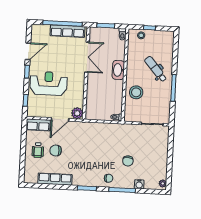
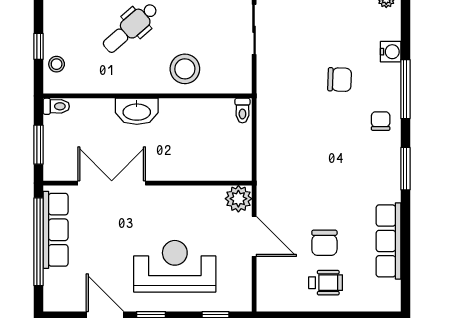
reception desk: (49, 83) -> (175, 266), turned 90
row of seats: (38, 125) -> (269, 285), removed

